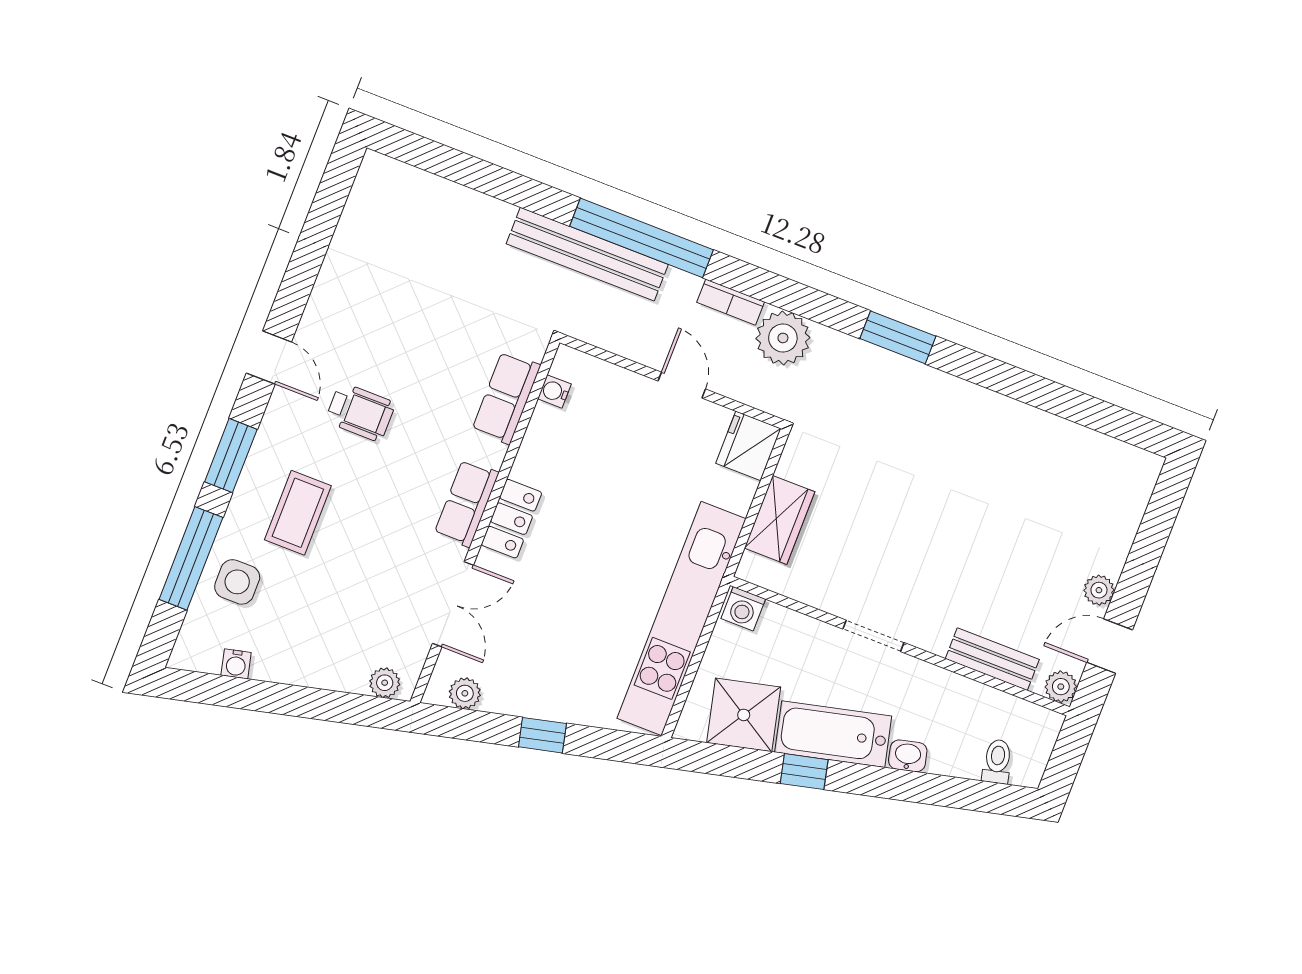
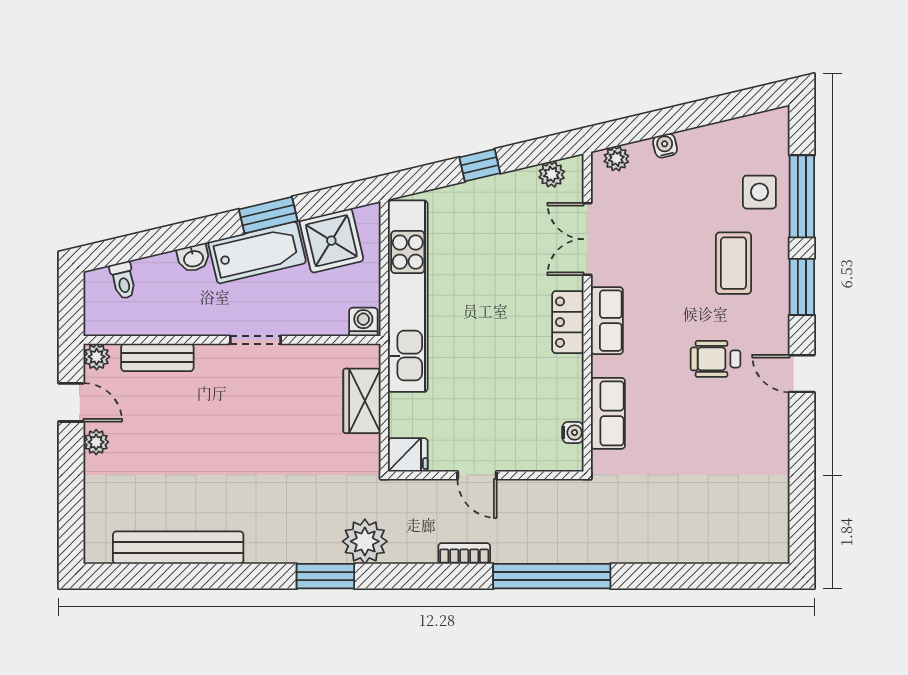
bench: (587, 254) -> (178, 548), moved
plant: (783, 338) -> (365, 541), moved
fridge: (748, 446) -> (408, 455), width x0.72
door: (1110, 646) -> (71, 402), hinge flipped
water cooler: (236, 664) -> (665, 146), moved
window: (804, 772) -> (268, 215), width x1.50

